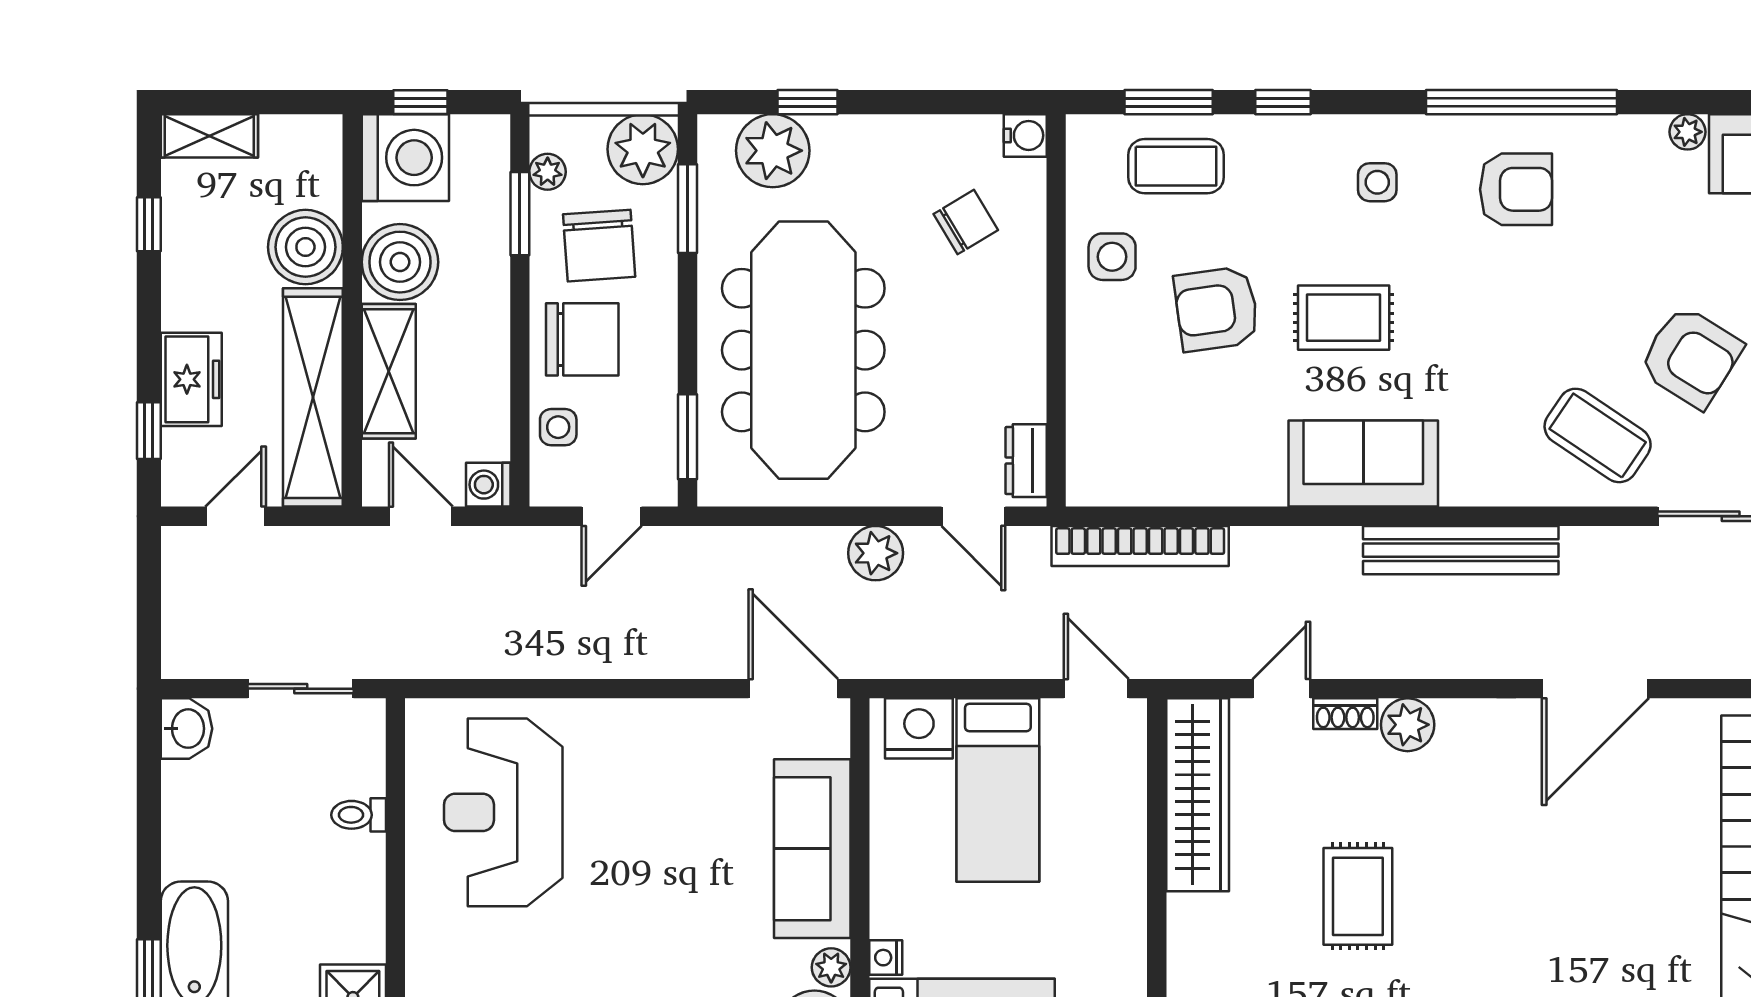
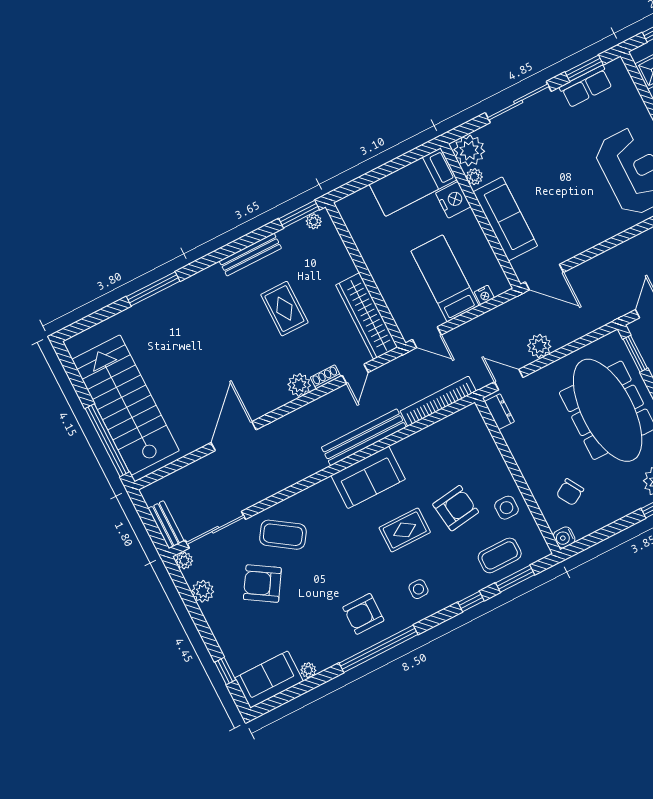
bench: (1461, 550) -> (364, 437), moved
nightstand: (919, 728) -> (484, 295), width x0.53, depth x0.56
nightstand: (886, 958) -> (453, 200), width x1.89, depth x1.79

